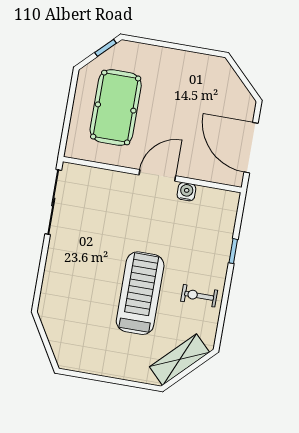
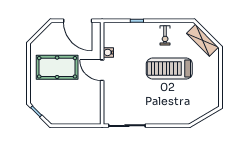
pool table: (116, 108) -> (57, 67), moved
door: (251, 148) -> (78, 21), hinge flipped

